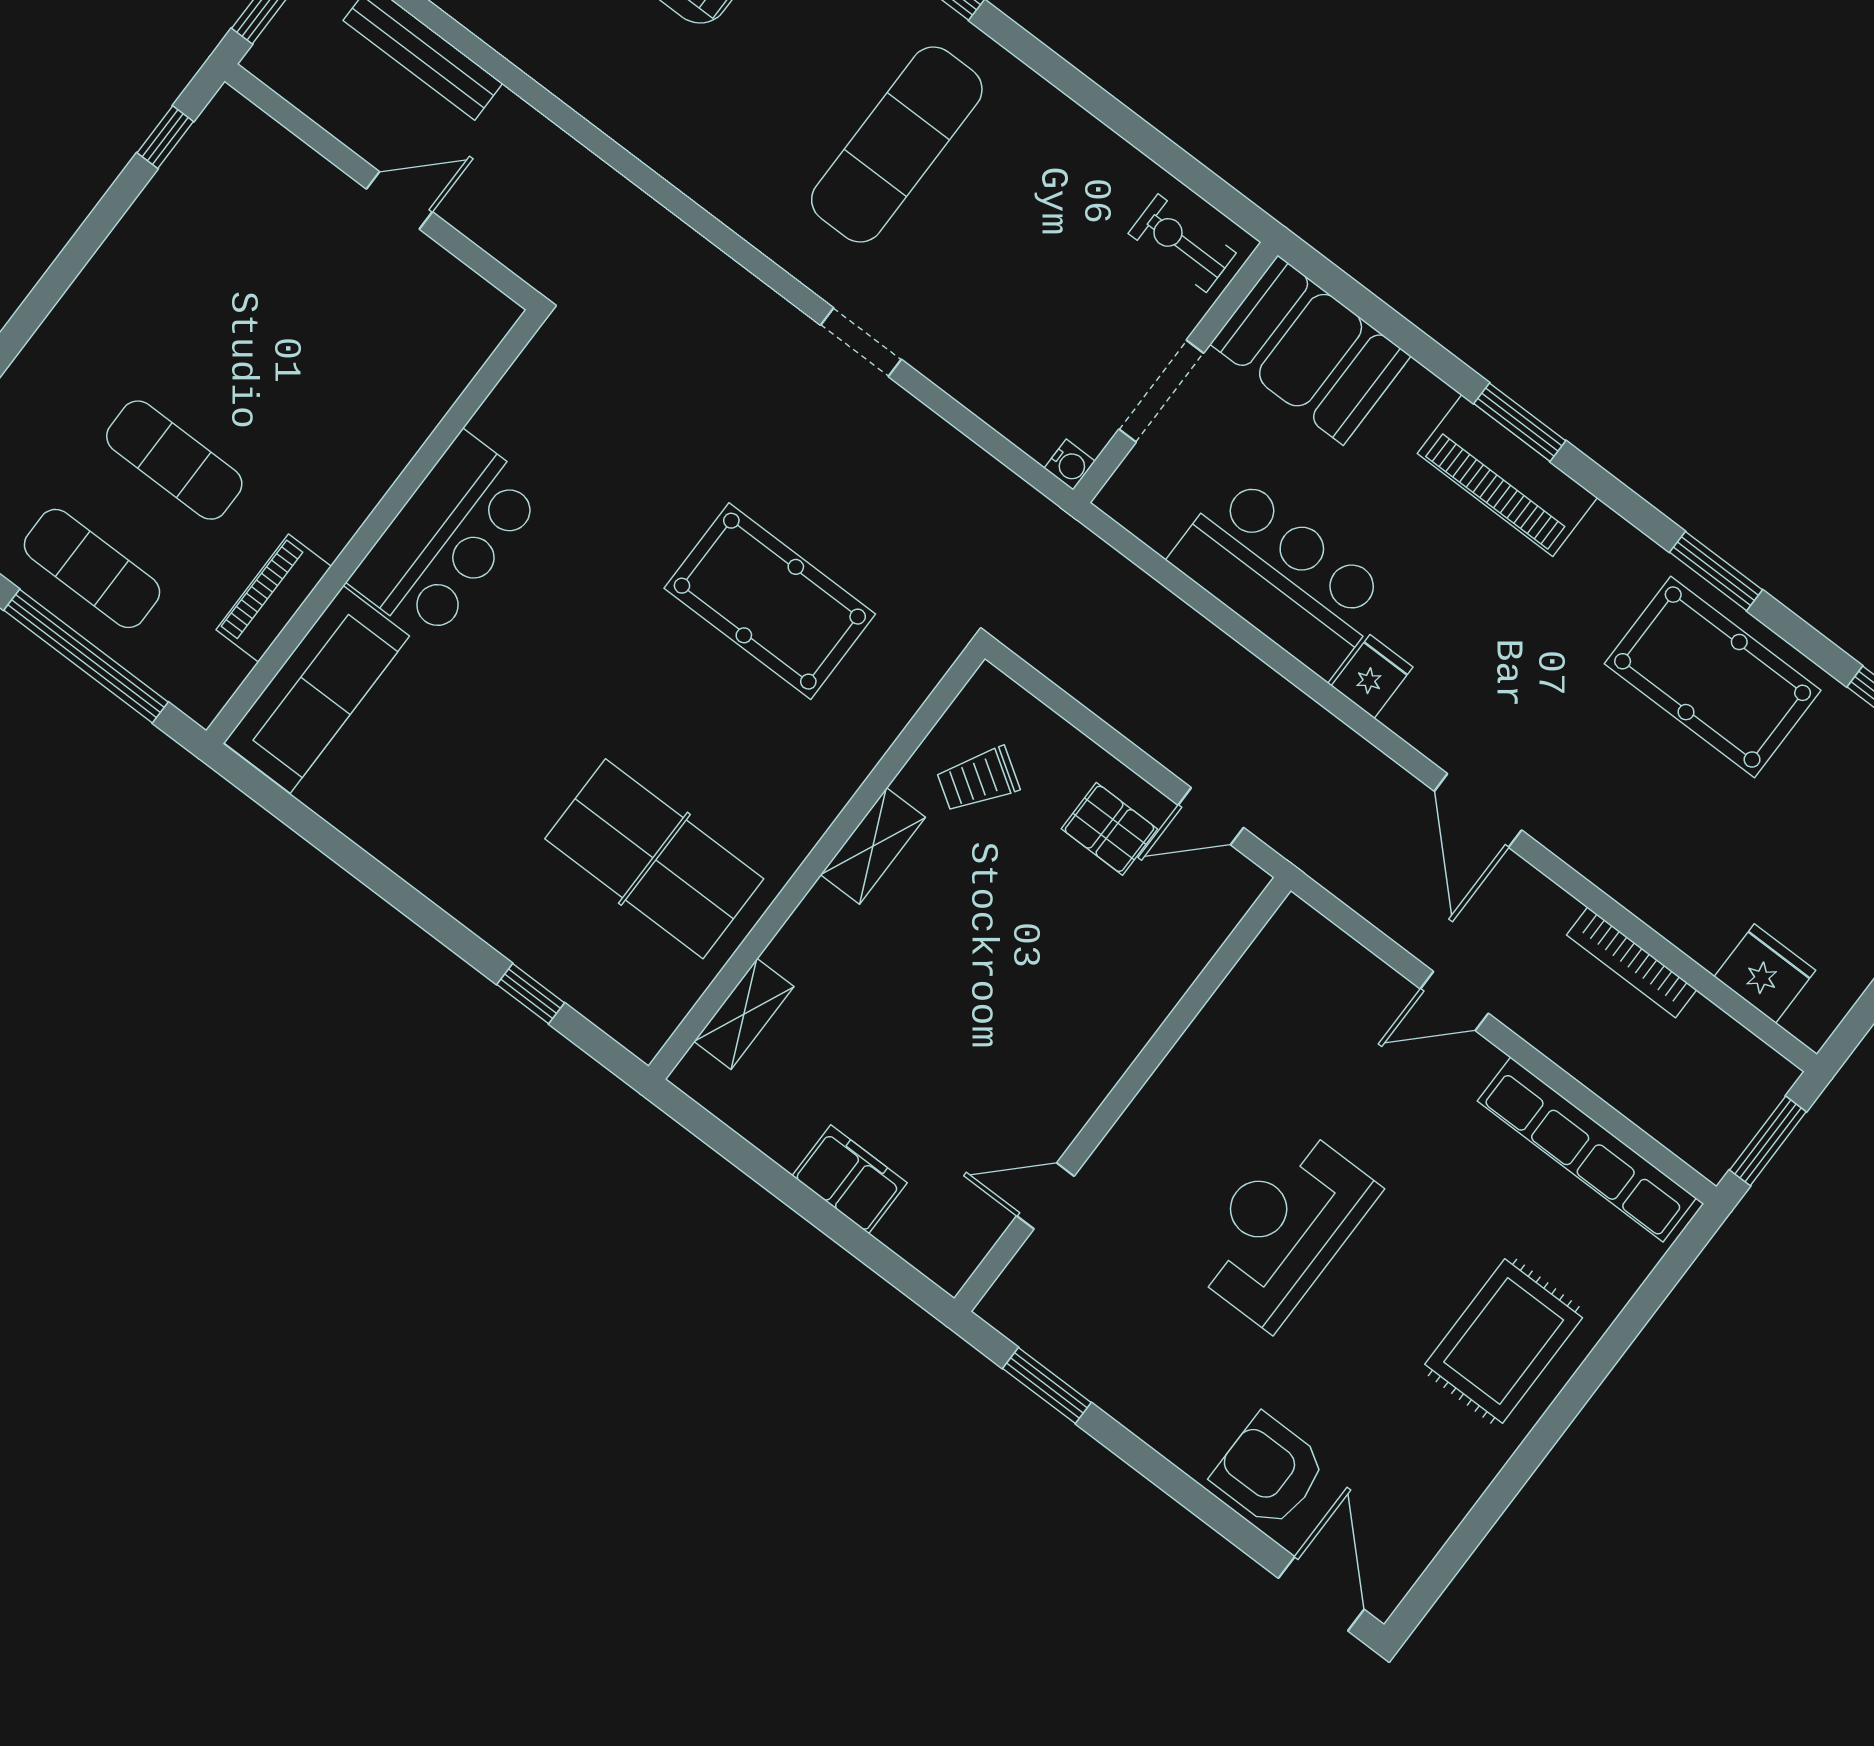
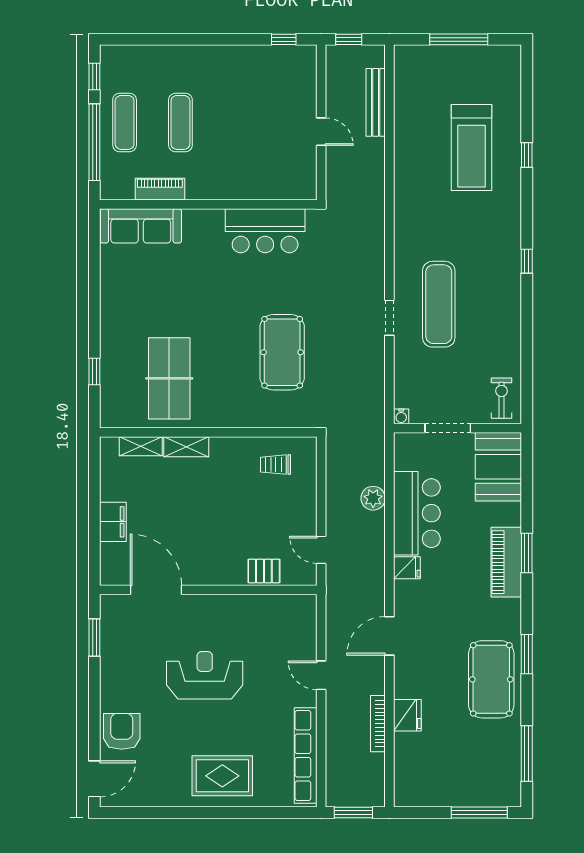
exercise mat: (897, 145) -> (439, 304), moved, turned 90
bar counter: (447, 538) -> (265, 231), moved
plant: (1187, 640) -> (373, 498), added
trolley: (978, 780) -> (275, 465), turned -33
pallet: (1109, 829) -> (264, 571), moved, turned 90
shelving: (873, 846) -> (186, 447), moved
fridge: (1765, 974) -> (407, 715), moved
door: (1045, 1196) -> (156, 590), width x1.88

